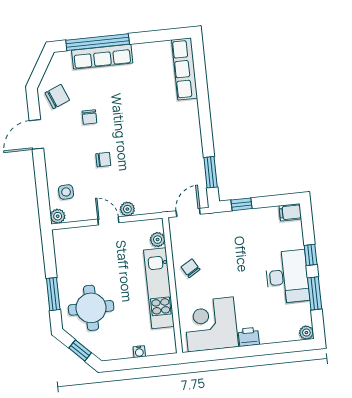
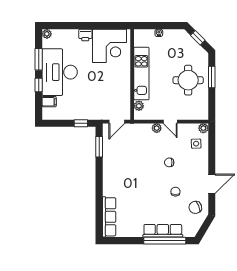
filing cabinet: (290, 212) -> (49, 102), moved
chair: (191, 268) -> (119, 84), removed
desk: (287, 277) -> (60, 72), width x1.36, depth x1.30
round table: (91, 308) -> (188, 80), moved

